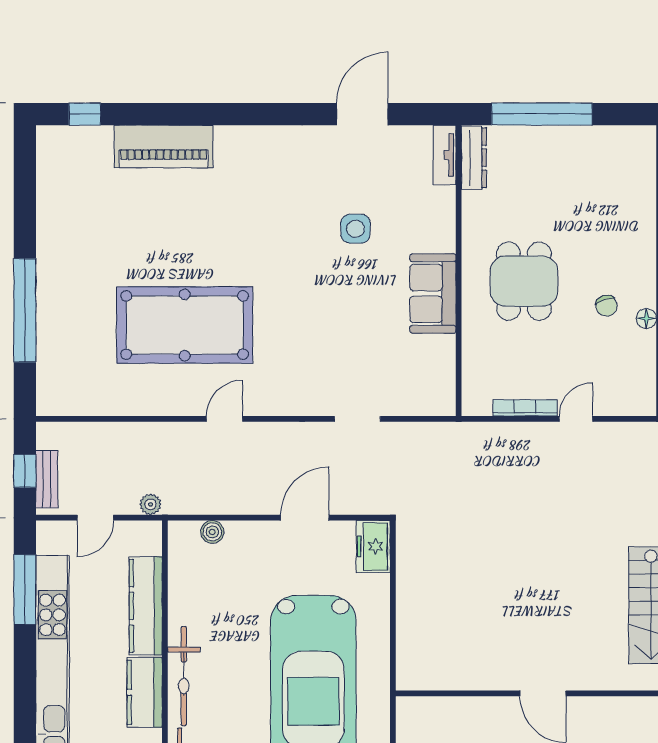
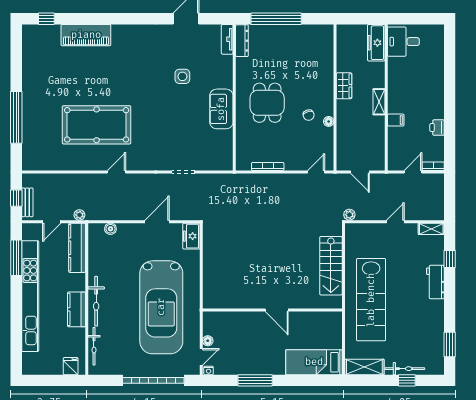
door: (576, 419) -> (316, 172), moved
kitchen counter: (146, 606) -> (77, 248), moved

